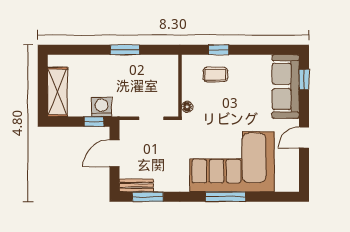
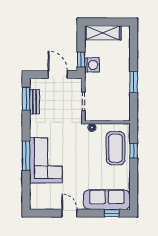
coffee table: (215, 74) -> (116, 148), width x1.86, depth x1.72
corner sofa: (232, 162) -> (46, 160), width x0.73, depth x0.74
bench: (136, 185) -> (34, 102), moved

